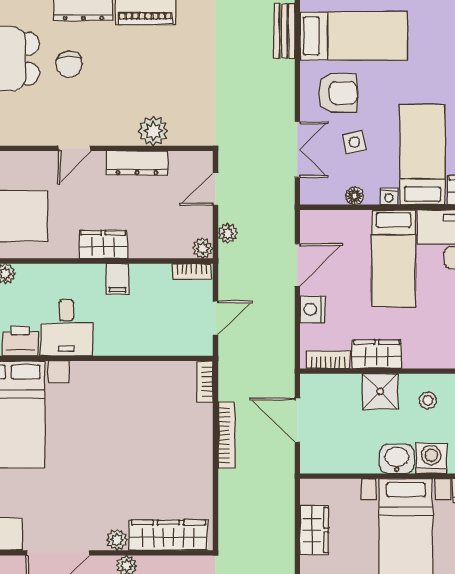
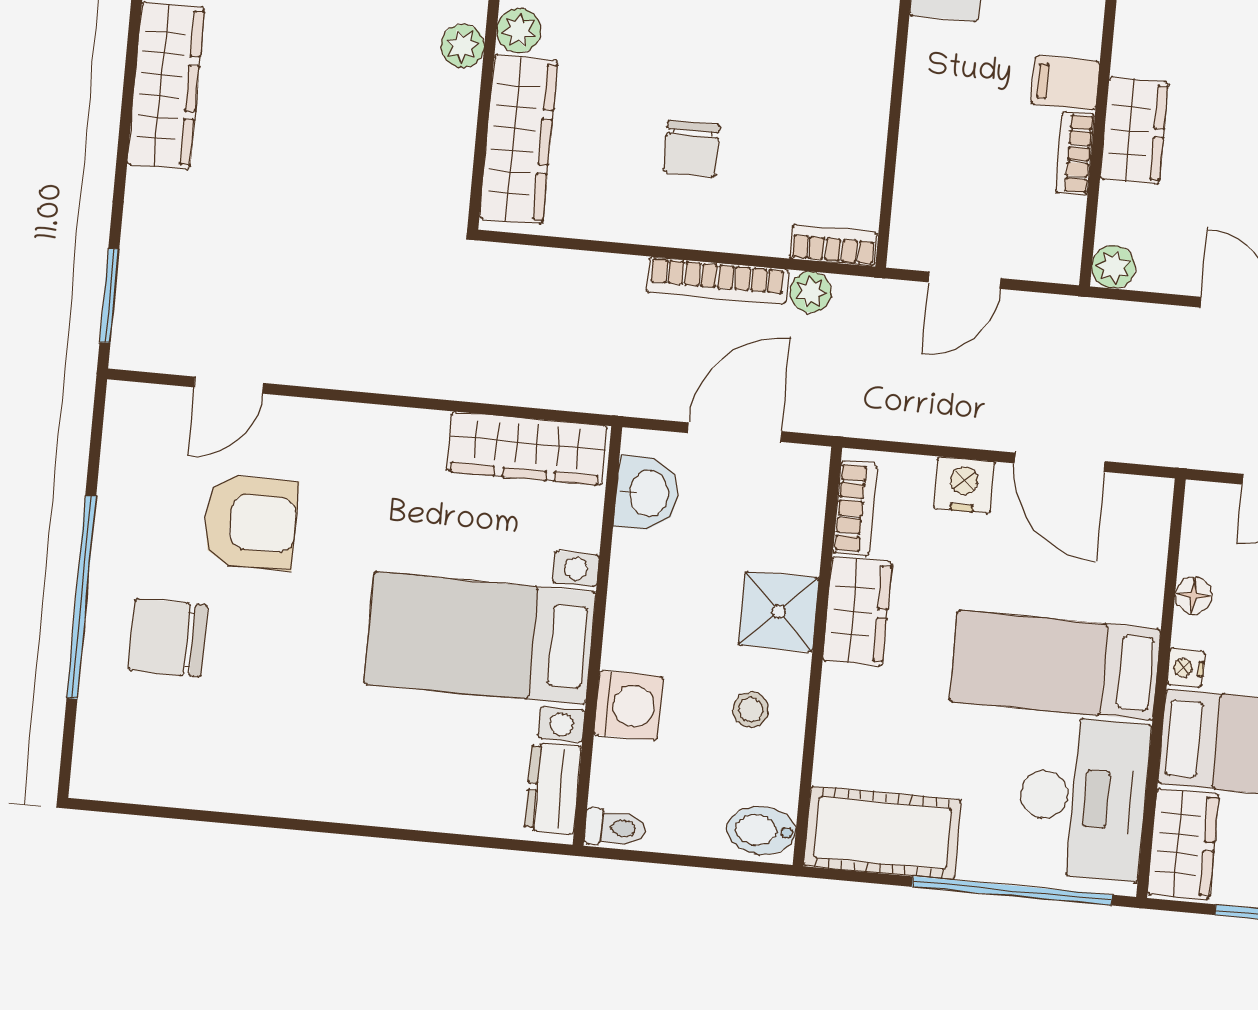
plant: (228, 233) -> (811, 292), moved
wardrobe: (103, 244) -> (1134, 131), moved
bookcase: (192, 271) -> (1075, 153), moved
door: (215, 318) -> (965, 280), hinge flipped
chair: (165, 453) -> (692, 149), added
washbasin: (397, 459) -> (647, 493), moved
wardrobe: (314, 530) -> (527, 448), width x1.50

